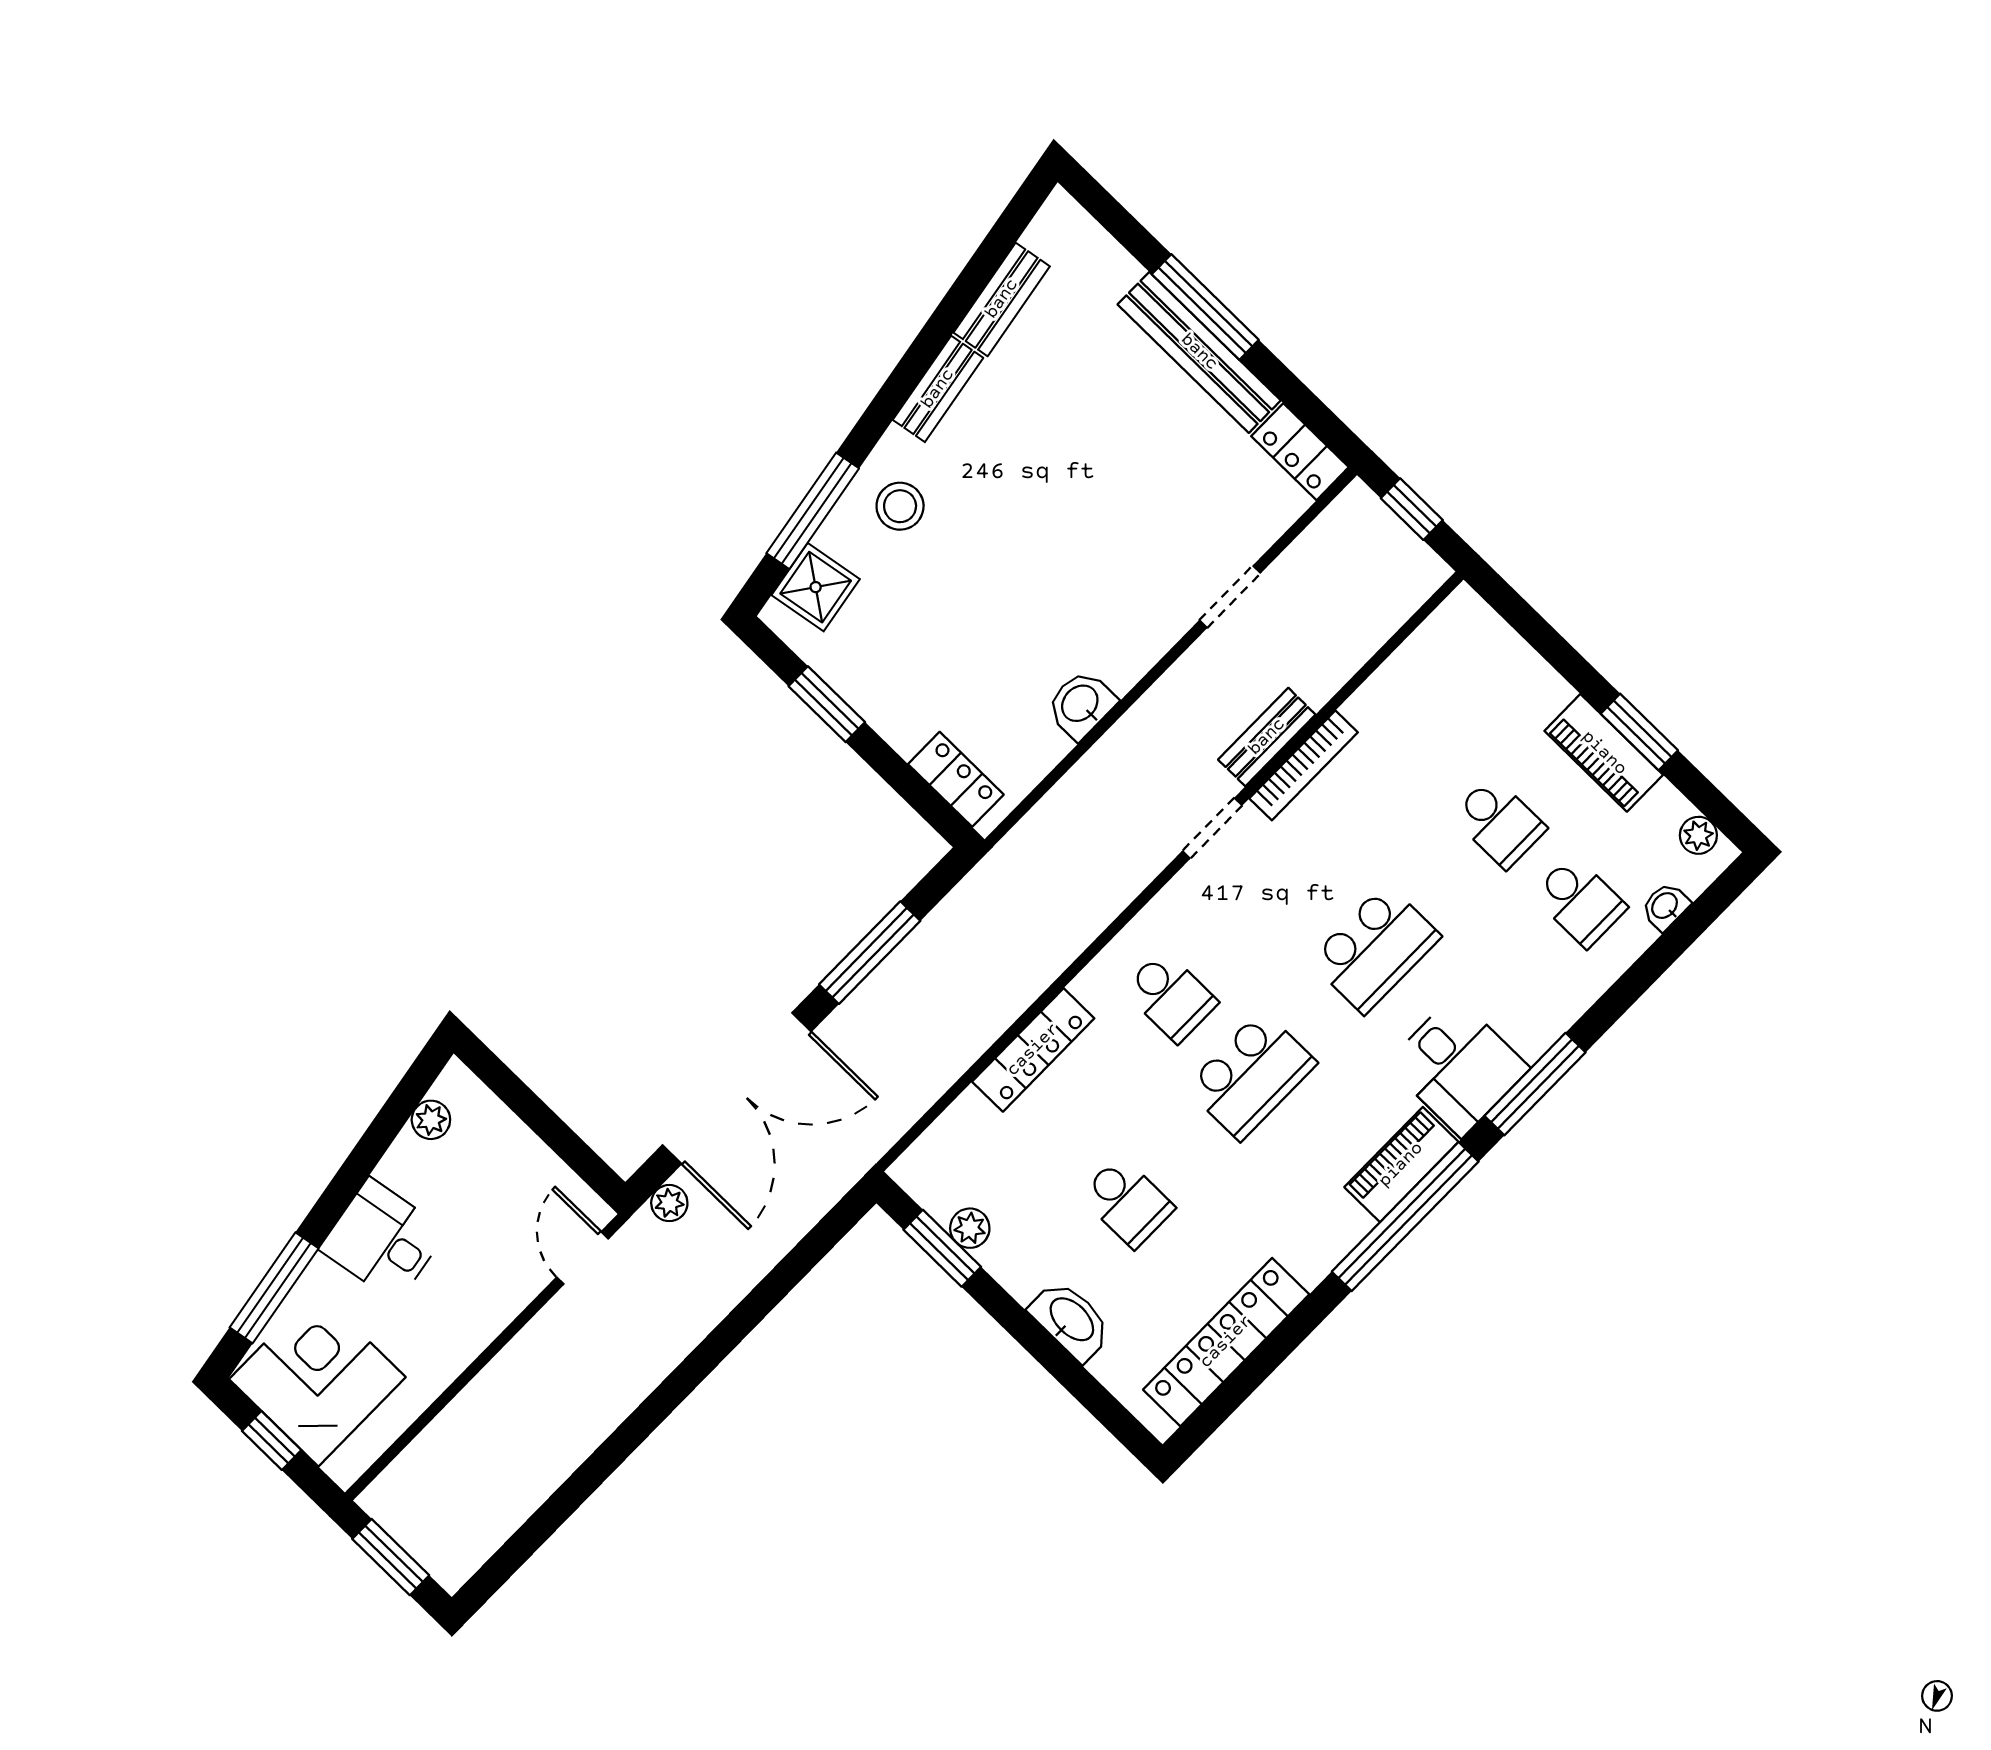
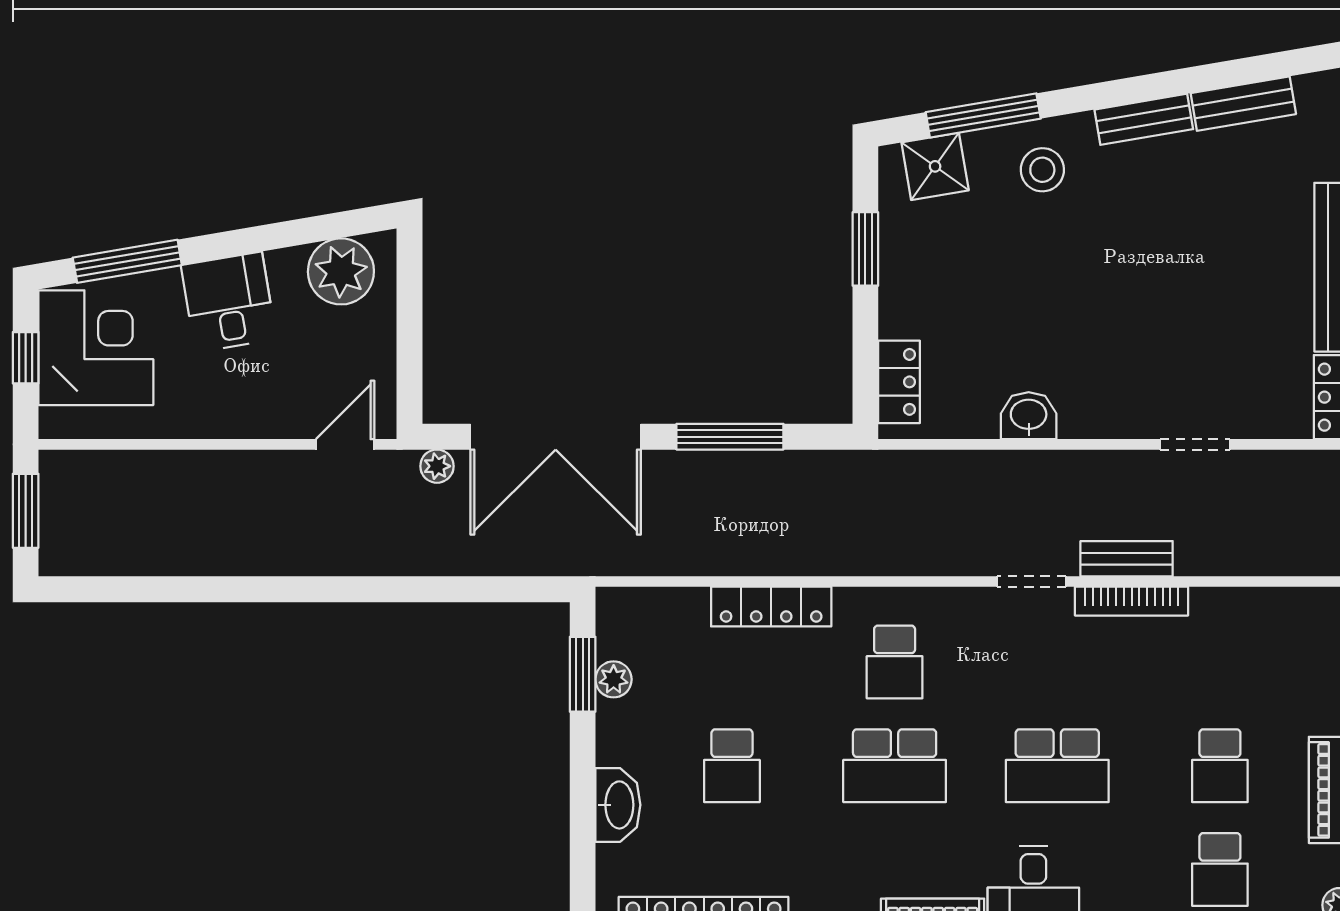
plant: (431, 1120) -> (341, 271), width x1.88, depth x1.88

